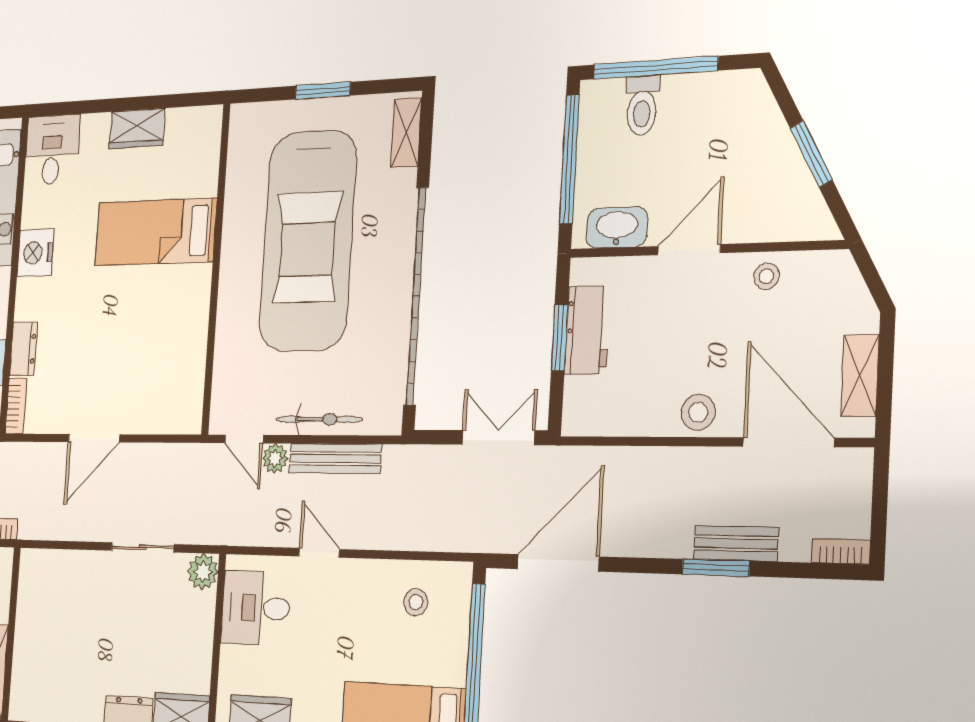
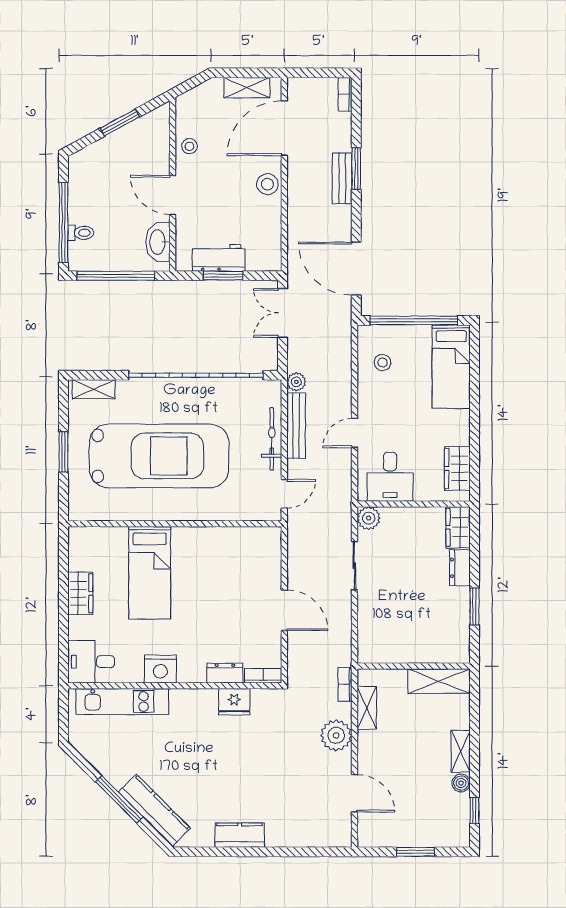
toilet: (642, 105) -> (81, 233), width x0.73, depth x0.72
plant: (275, 458) -> (296, 382), moved
bench: (736, 543) -> (342, 178), moved

